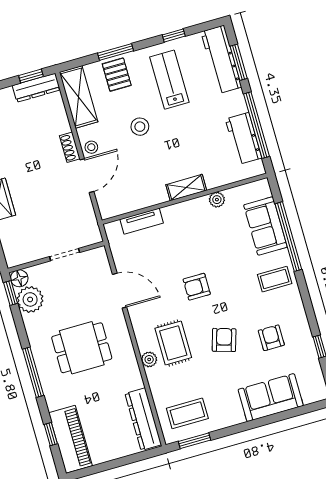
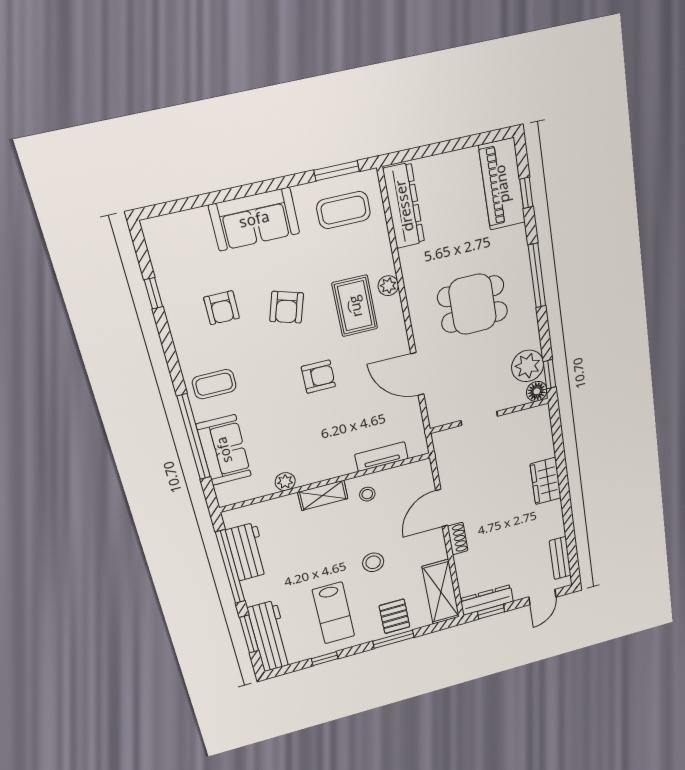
stool: (91, 147) -> (367, 494), moved
sofa: (271, 398) -> (254, 219), moved

